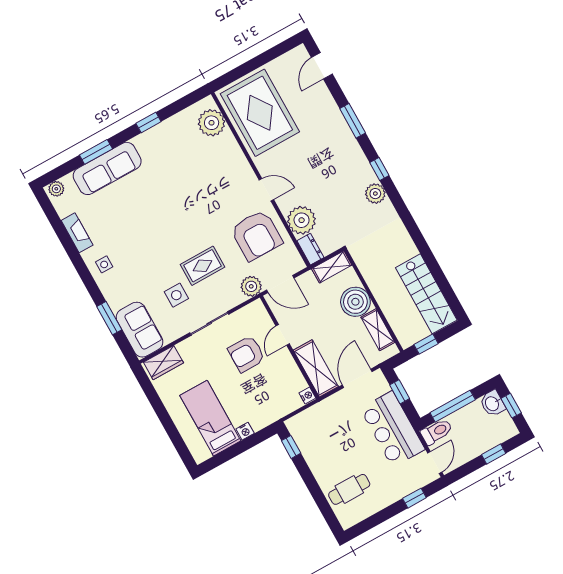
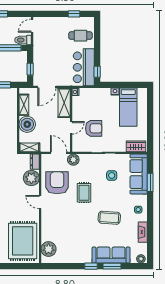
window: (148, 123) -> (91, 266), moved
coffee table: (143, 226) -> (109, 218), added
rug: (203, 266) -> (84, 193), moved, turned 90
sofa: (140, 330) -> (139, 174), width x1.36
bar counter: (392, 429) -> (84, 67), moved, turned 180
window: (414, 498) -> (74, 14), moved

